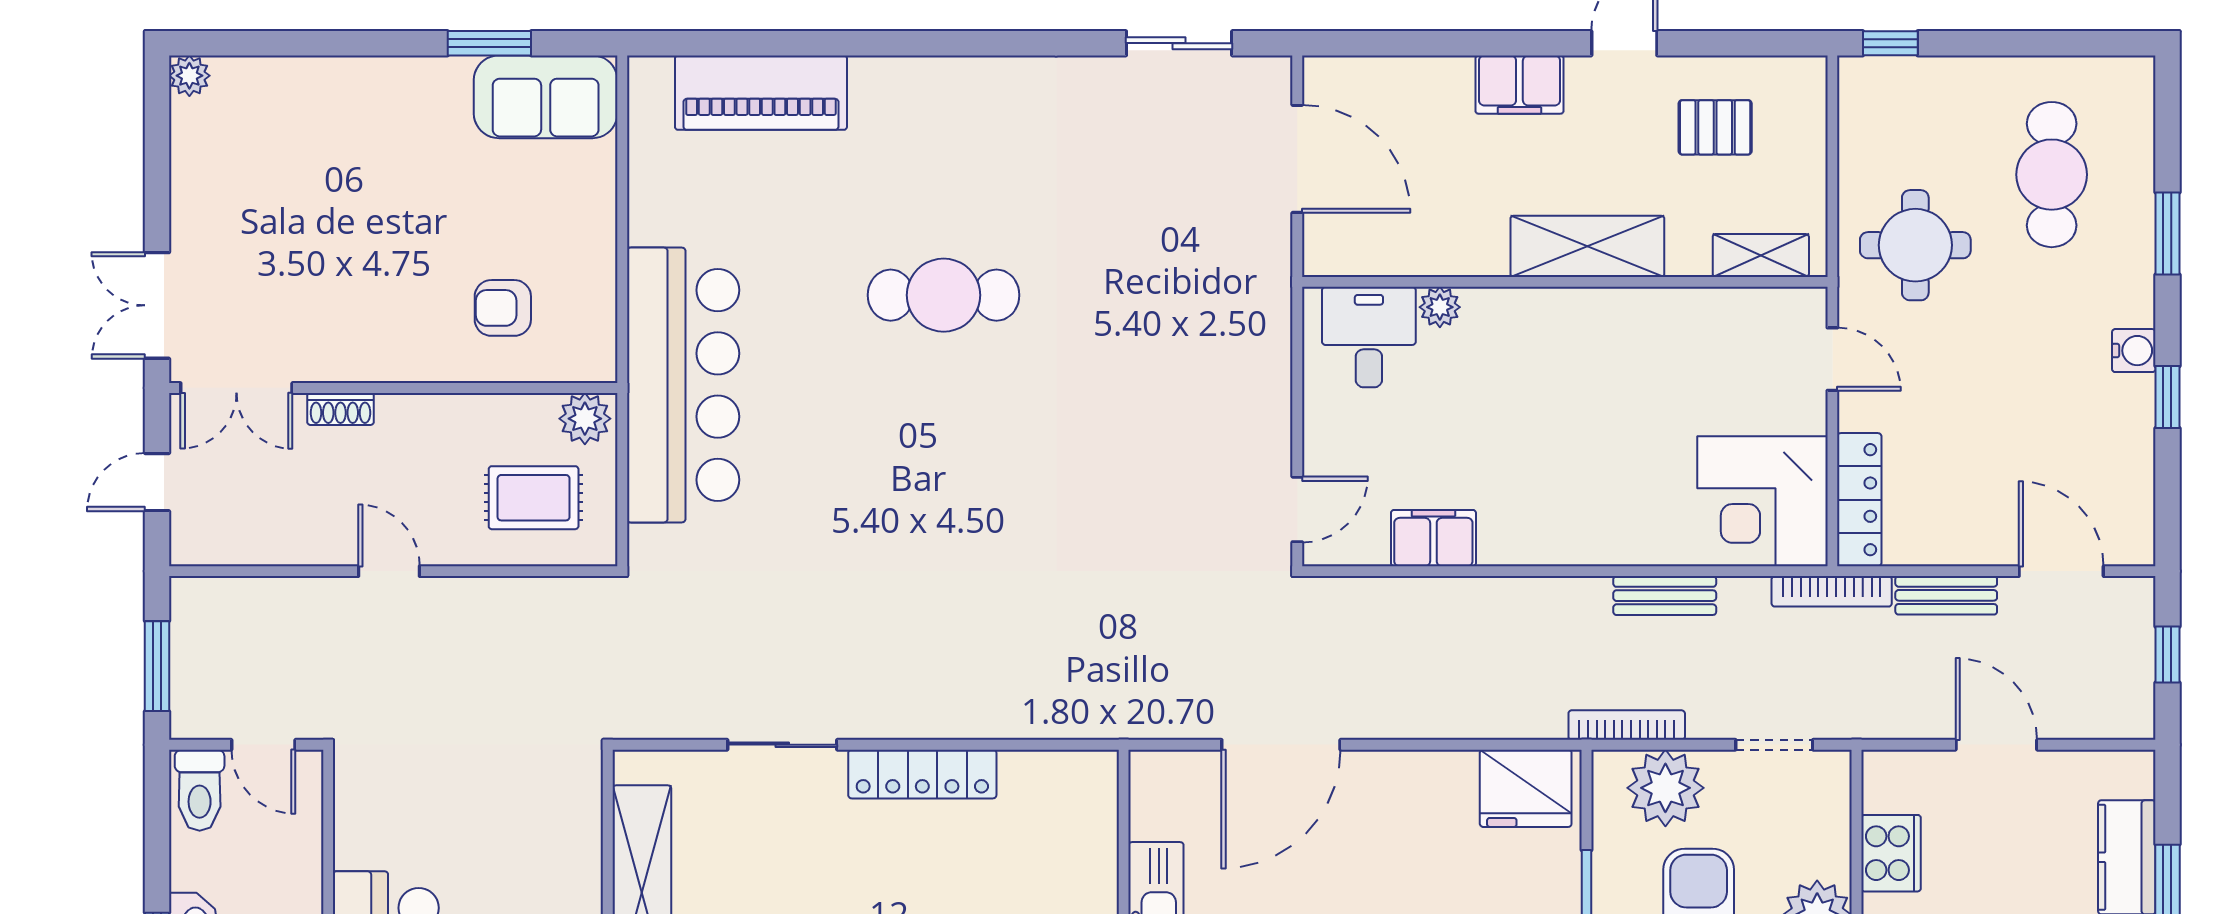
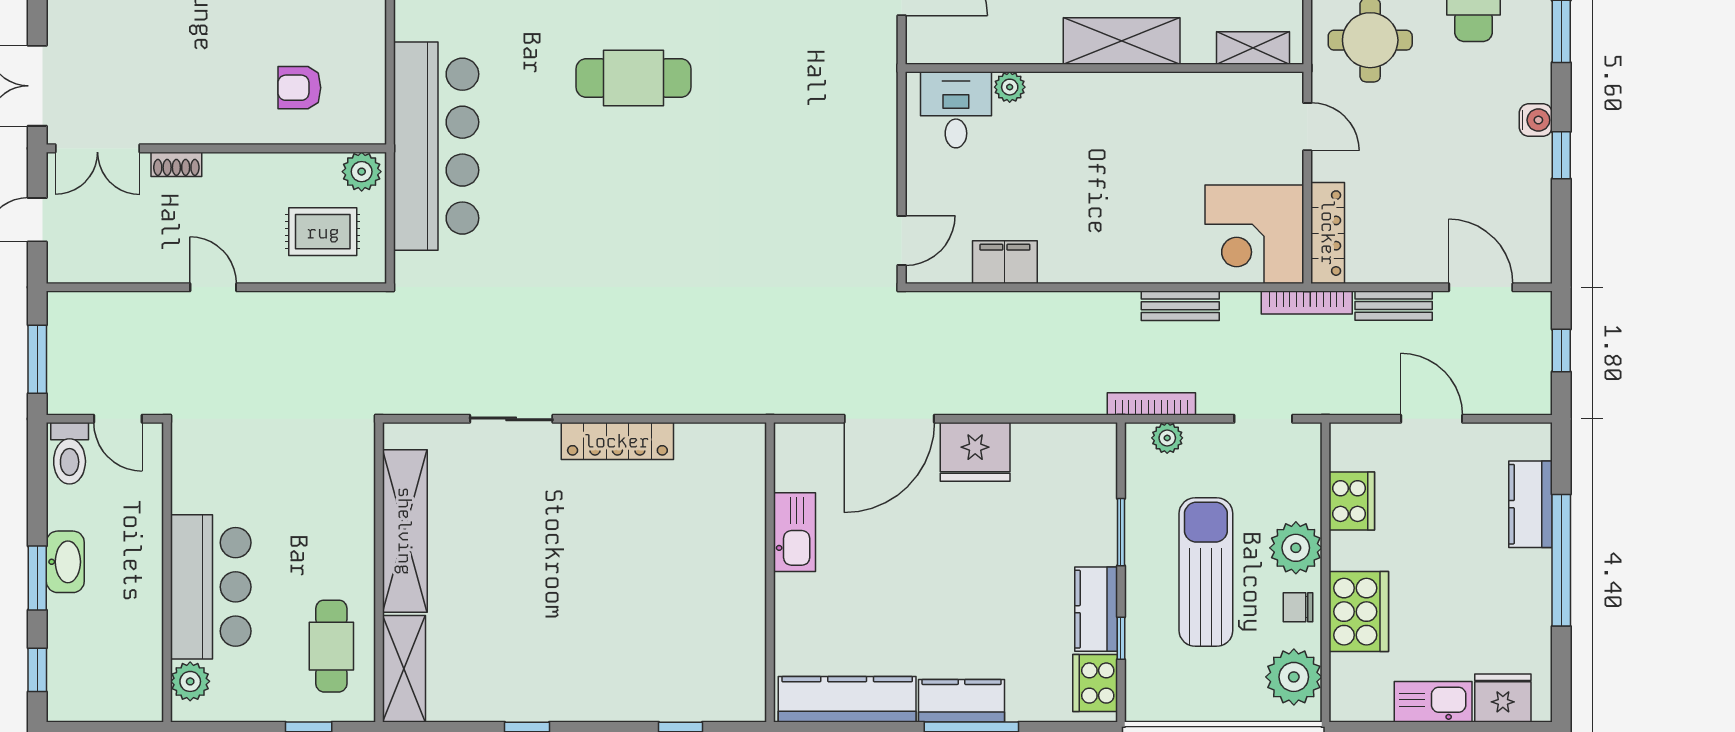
fridge: (1526, 788) -> (975, 452), moved
plant: (1665, 788) -> (1167, 438), width x0.53, depth x0.53

